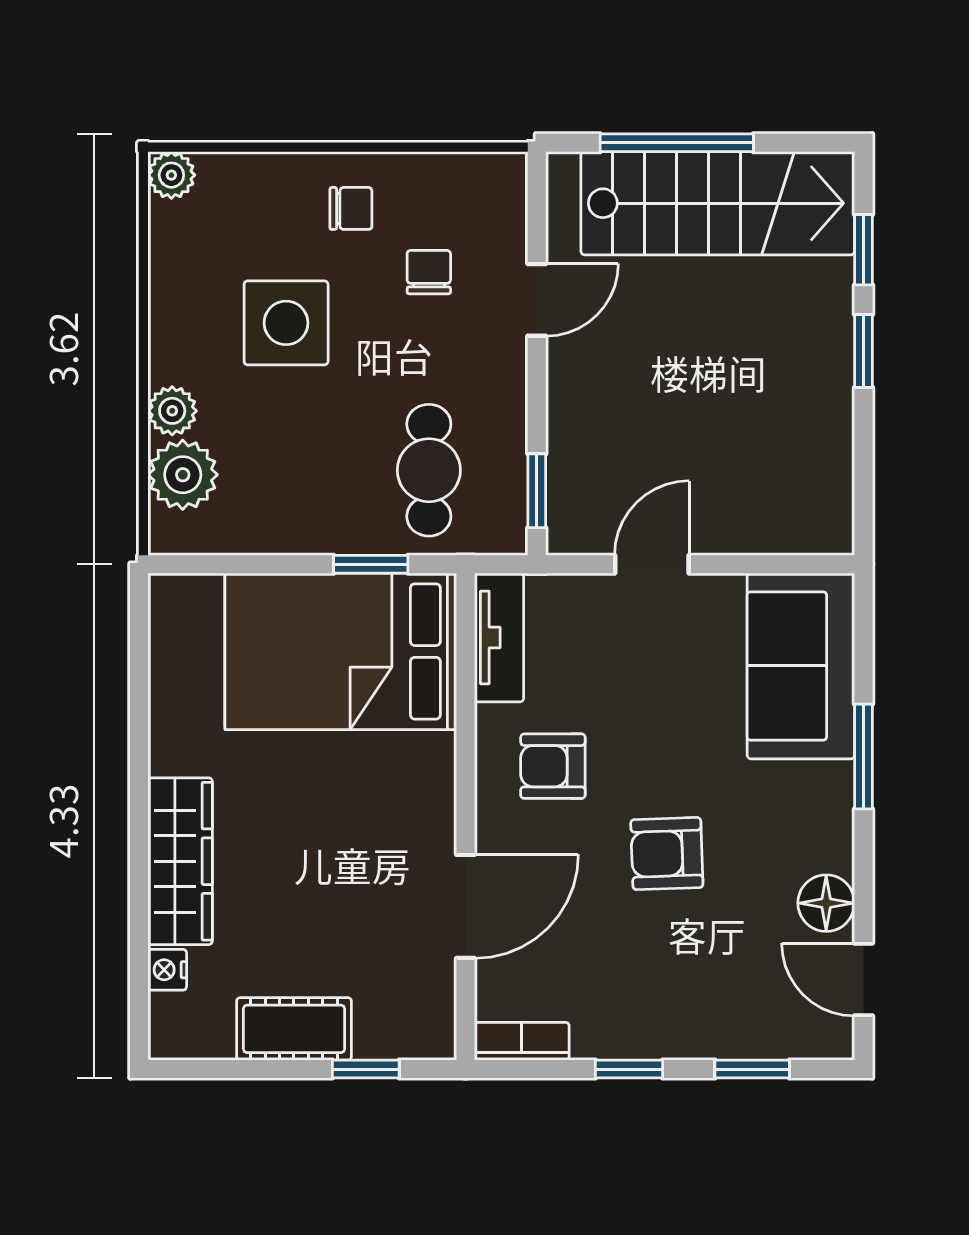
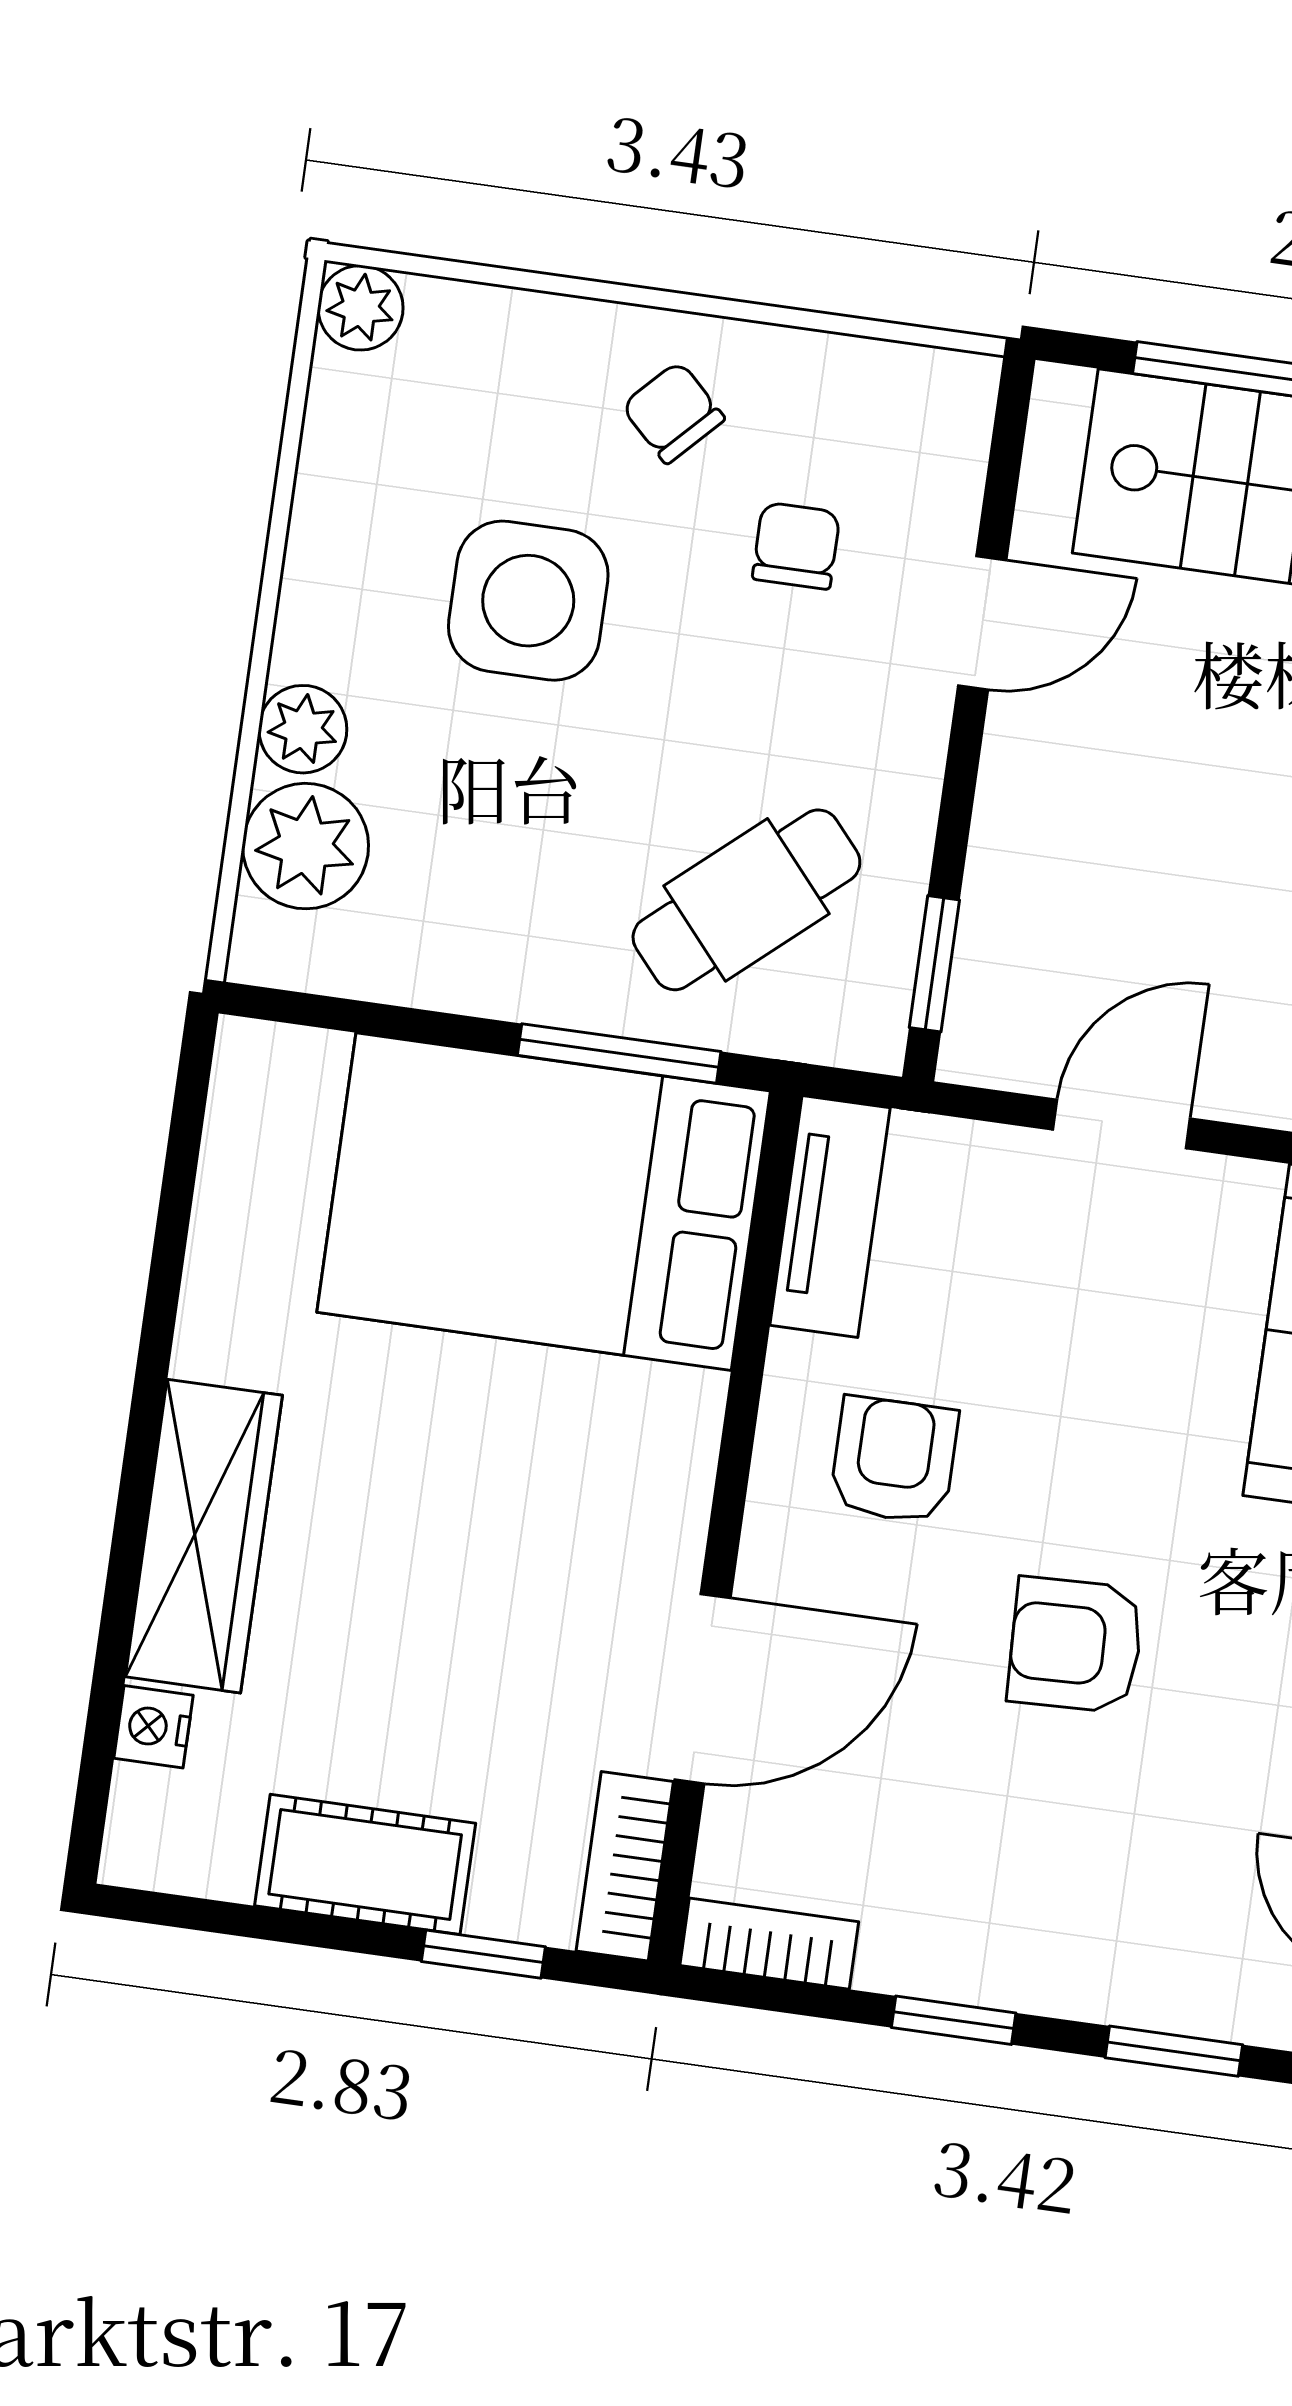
chair: (351, 208) -> (673, 412), turned -136
cafe table: (429, 470) -> (746, 900), turned 49
window: (371, 564) -> (619, 1053), width x1.50
armchair: (553, 766) -> (894, 1460), turned 90
bookcase: (437, 1010) -> (625, 1866), added

